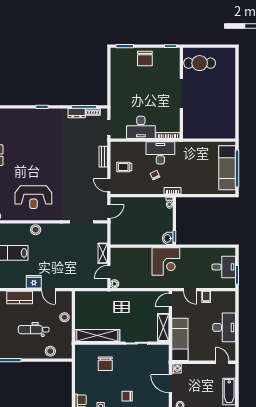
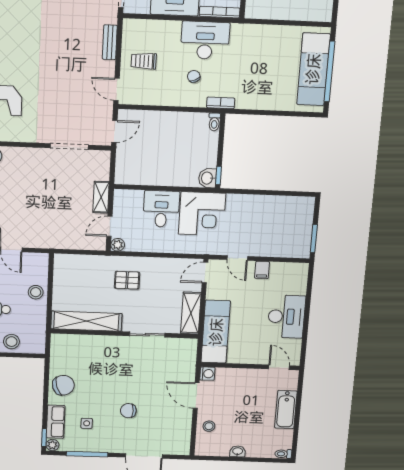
desk: (224, 267) -> (161, 209), moved, turned -90
chair: (105, 364) -> (63, 385), moved, turned -108

